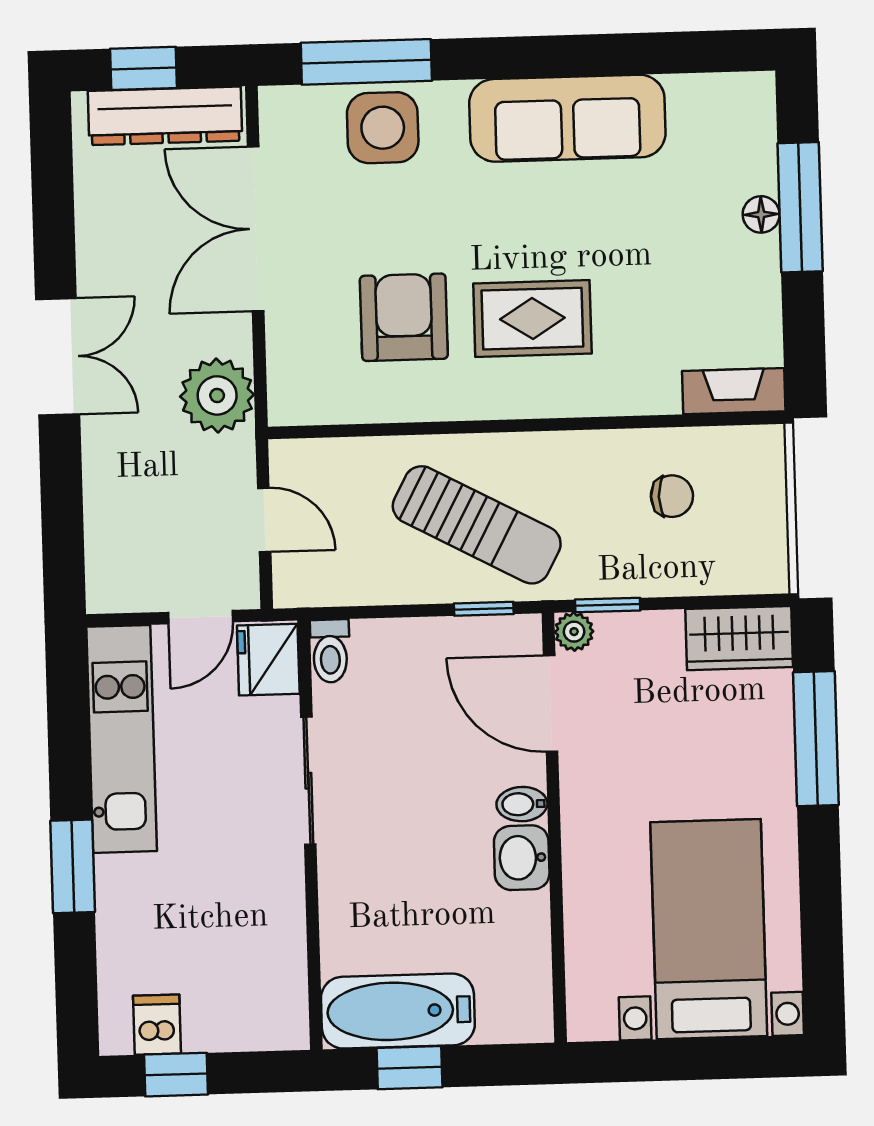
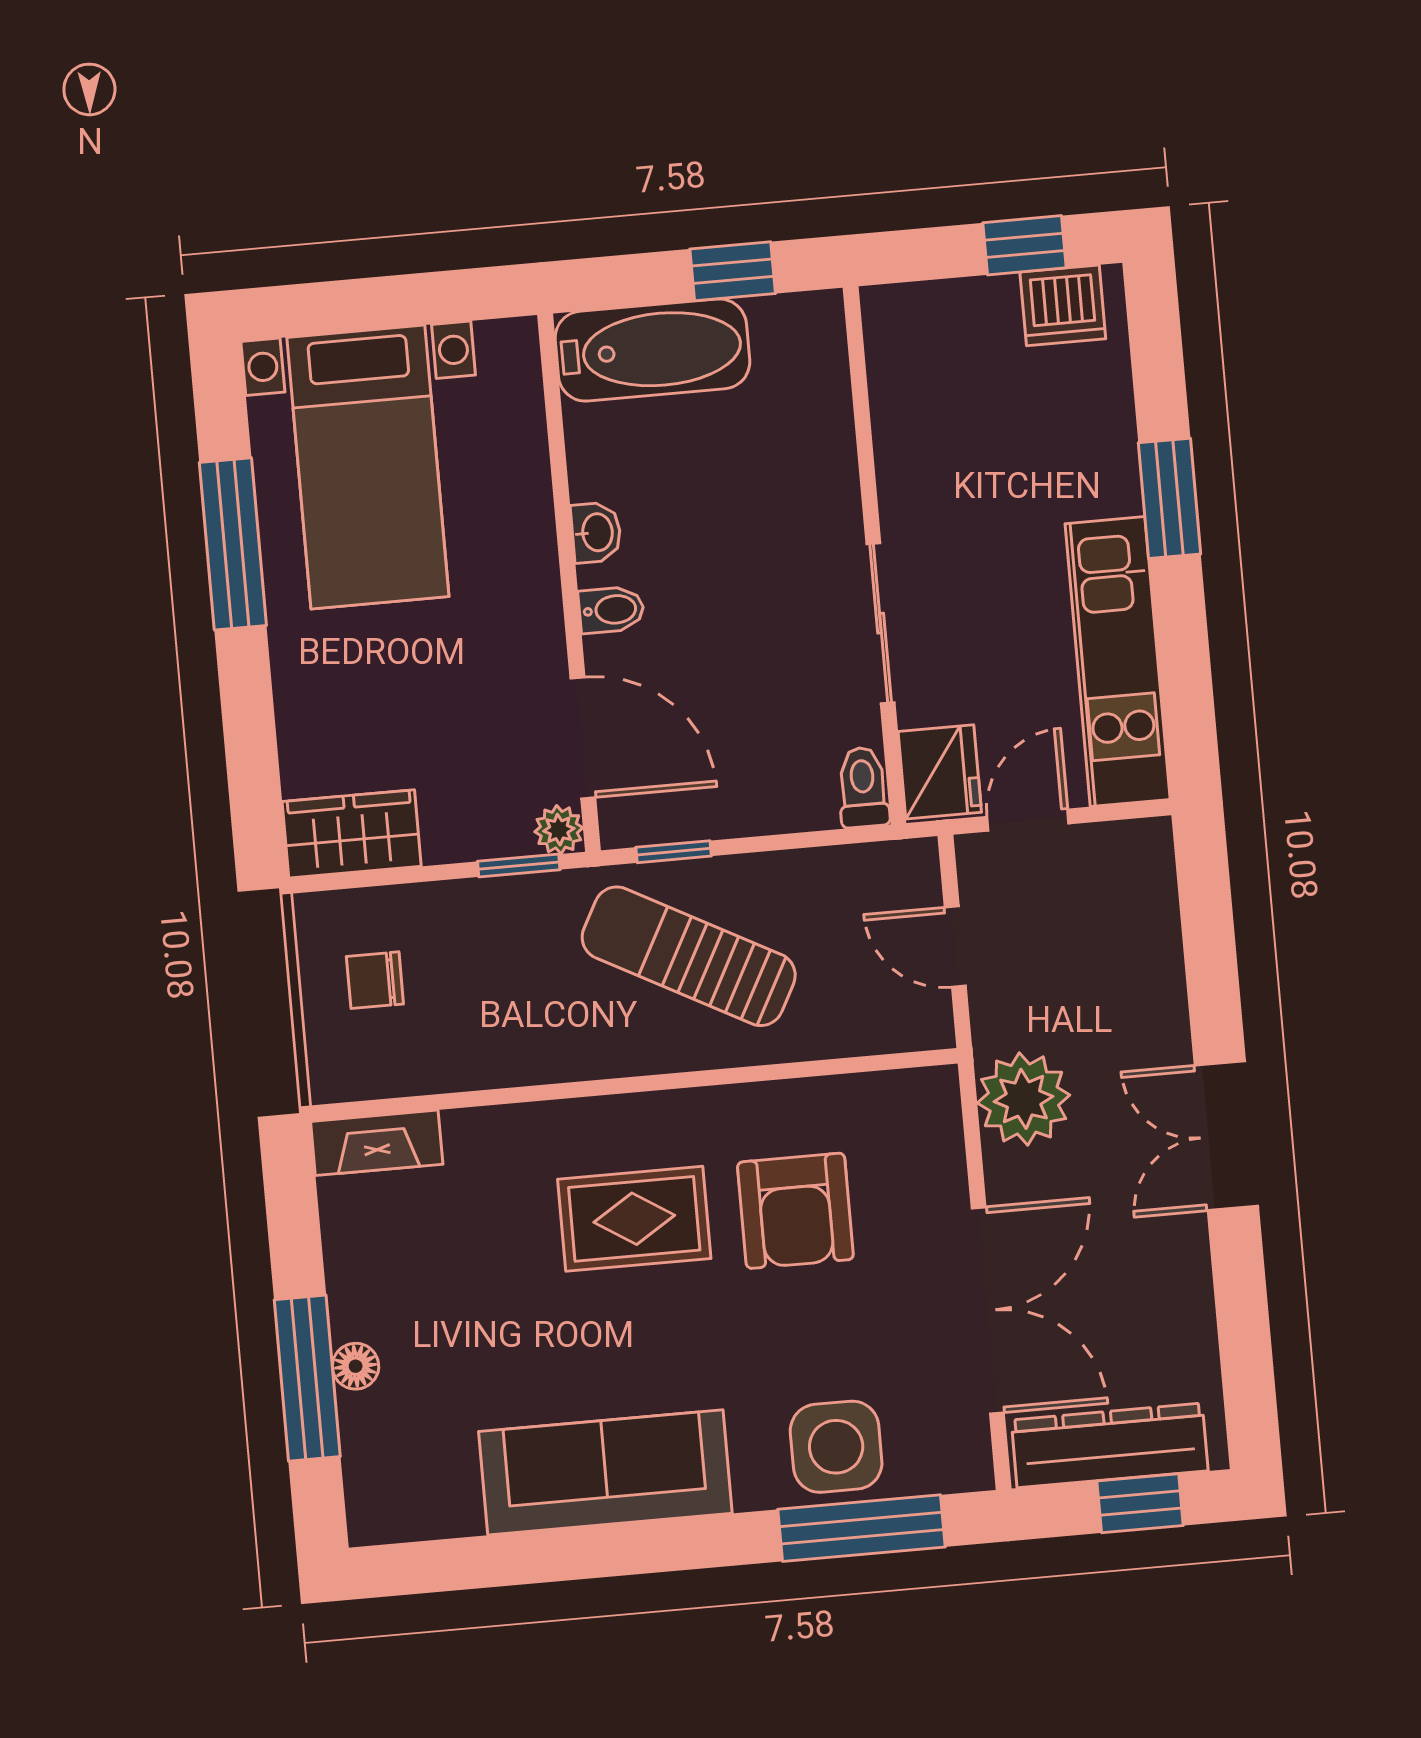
chair: (672, 496) -> (375, 980), moved
window: (816, 739) -> (233, 544), moved
washbasin: (522, 858) -> (596, 532), width x0.72, depth x0.69
bathtub: (398, 1011) -> (652, 350), moved
dishwasher: (157, 1025) -> (1063, 305), width x1.38

